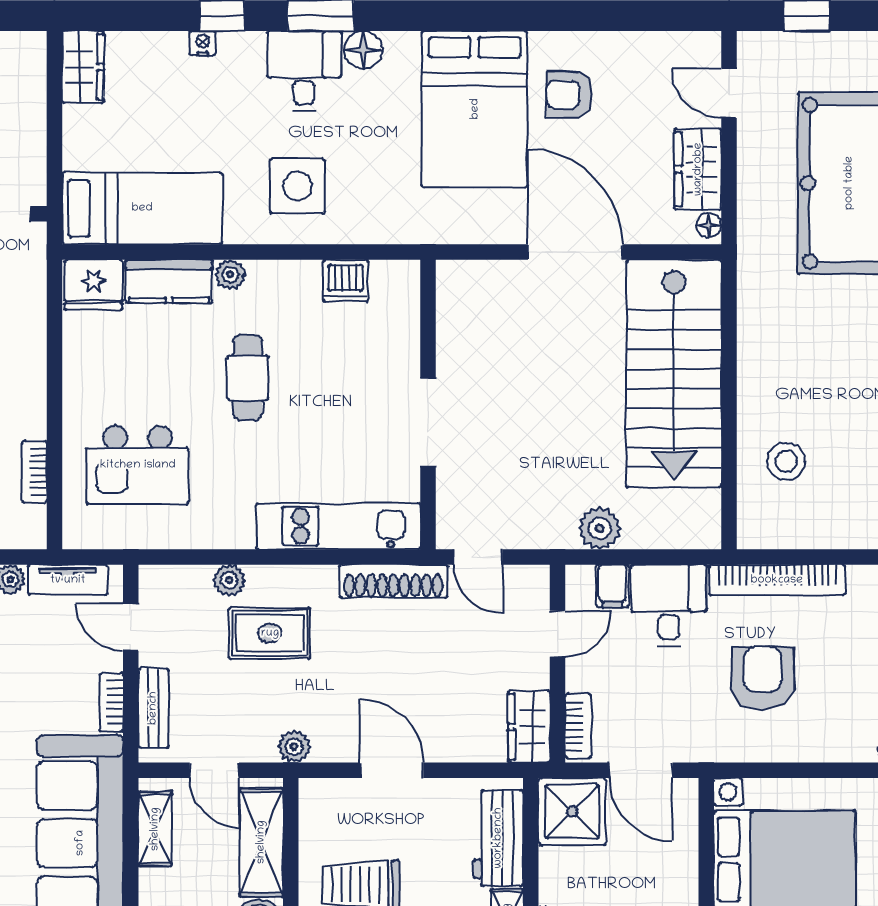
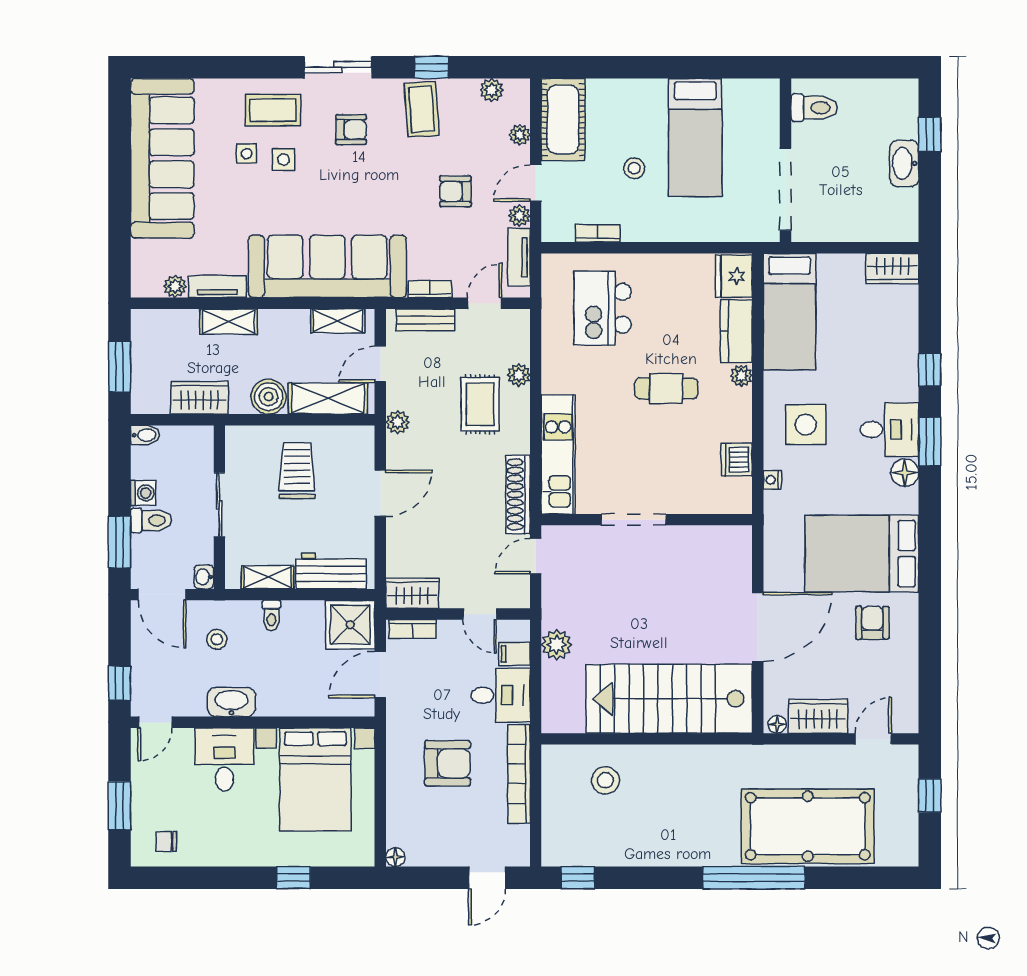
nightstand: (203, 43) -> (772, 480), moved, turned 180

